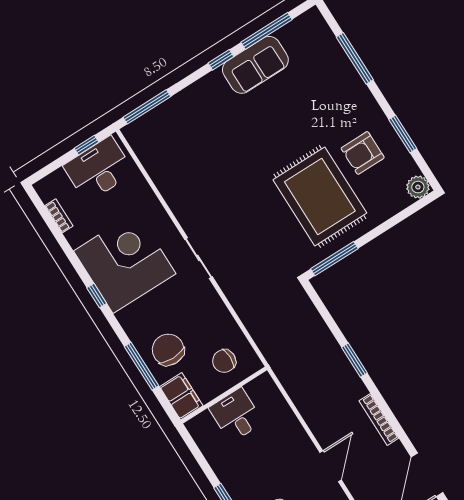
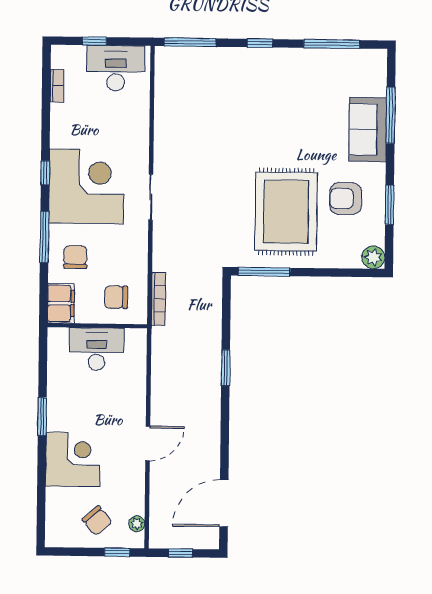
window: (221, 60) -> (260, 43), moved
sofa: (255, 65) -> (368, 130), moved, turned 90
window: (86, 145) -> (94, 41), moved
corner desk: (125, 262) -> (86, 186), moved
chair: (168, 350) -> (75, 257), width x0.73, depth x0.73
window: (142, 366) -> (44, 237), moved
desk: (236, 415) -> (97, 349), width x1.37
bookcase: (379, 419) -> (158, 299), moved, turned 180

